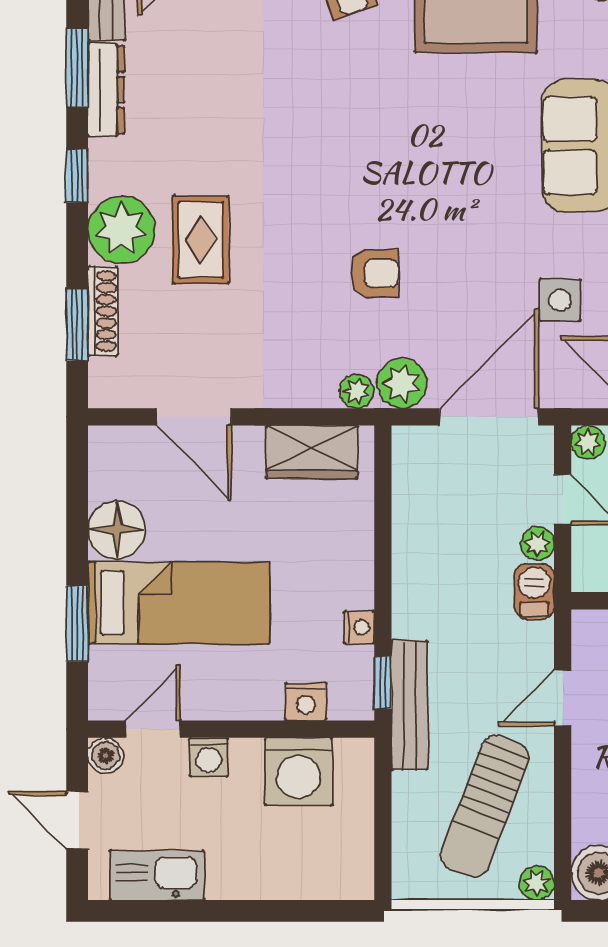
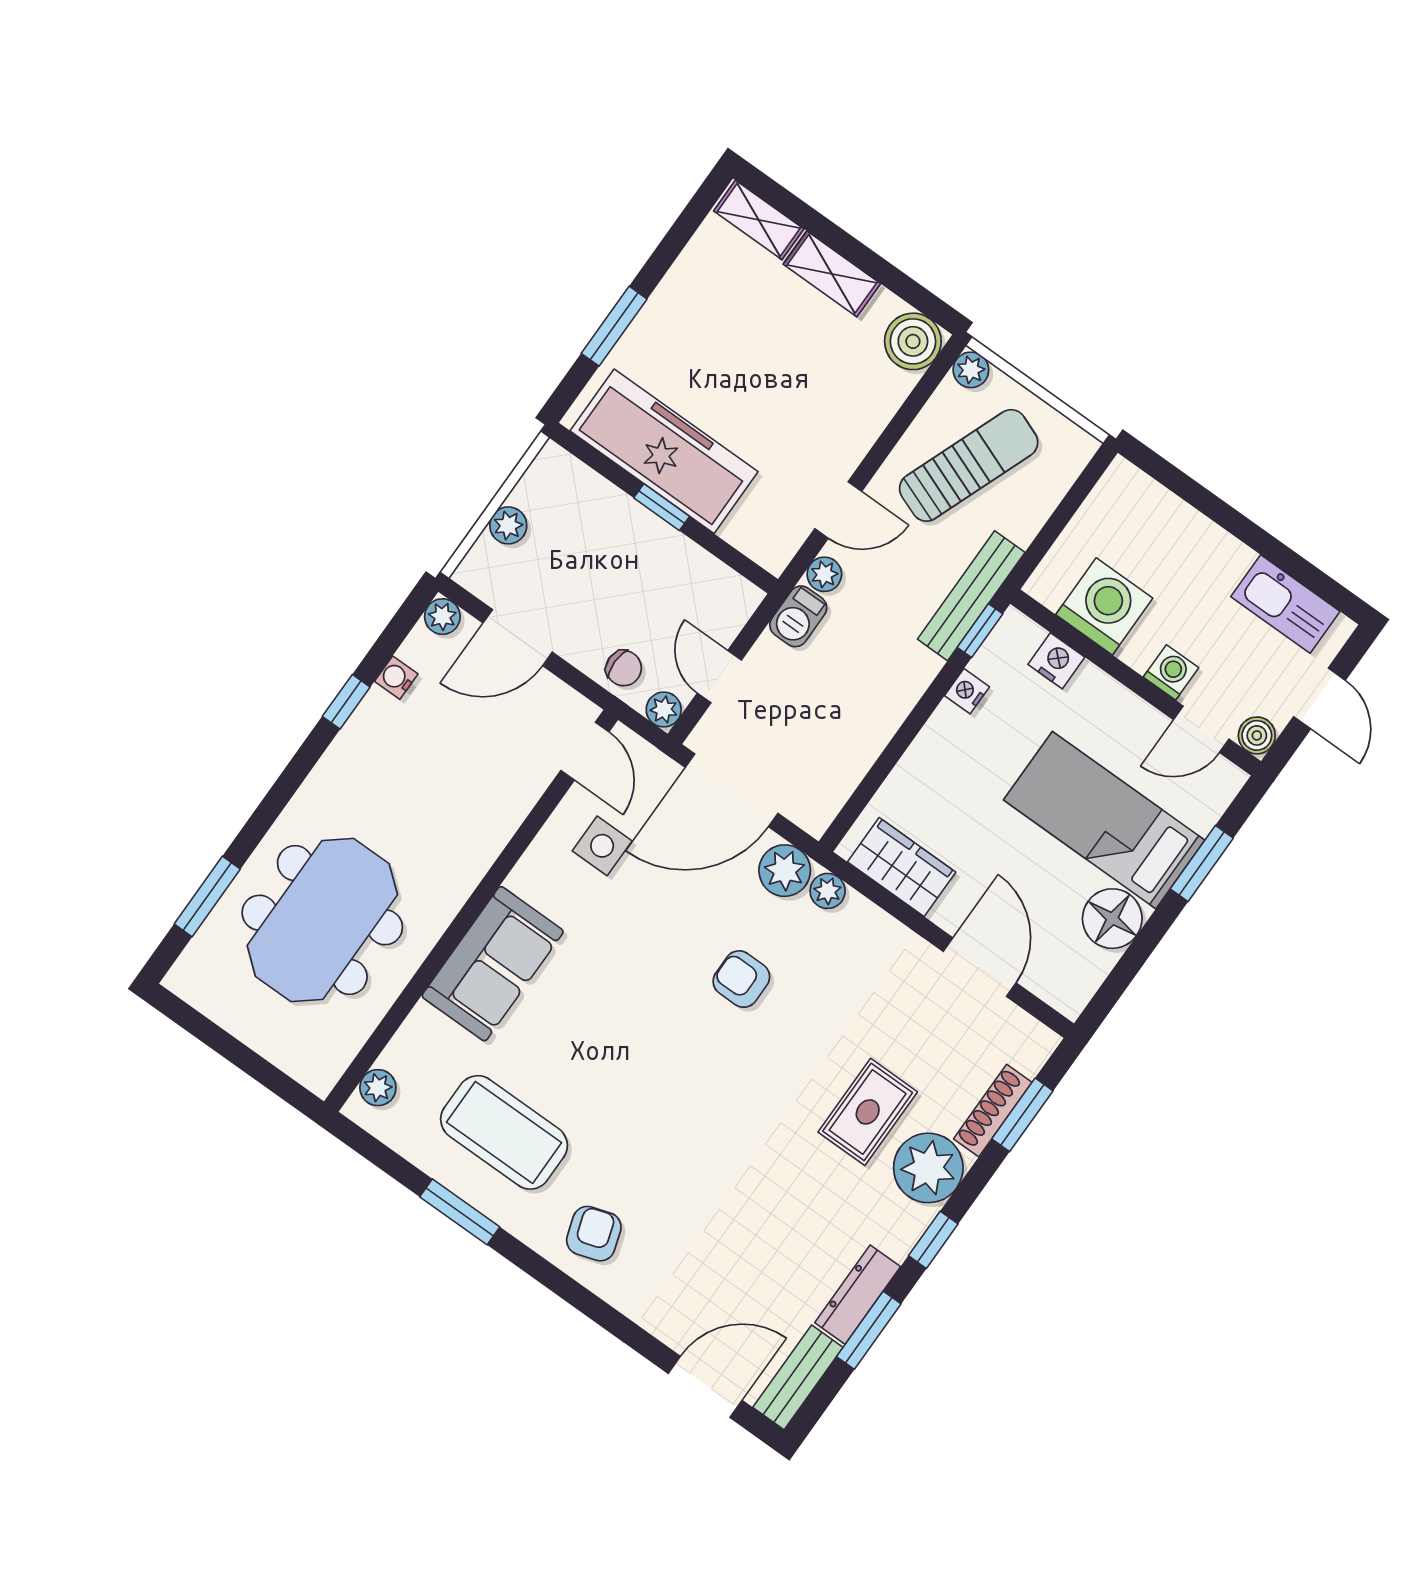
plant: (537, 544) -> (824, 574), moved

